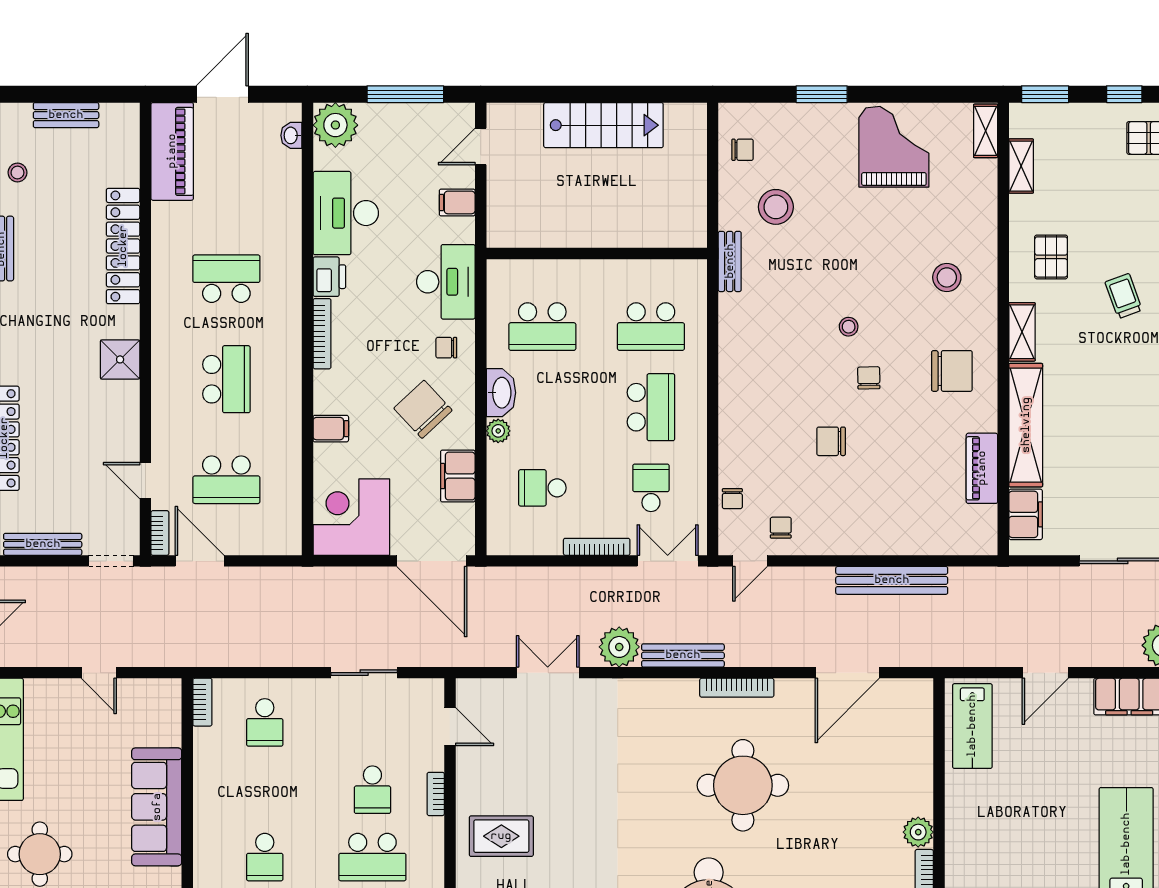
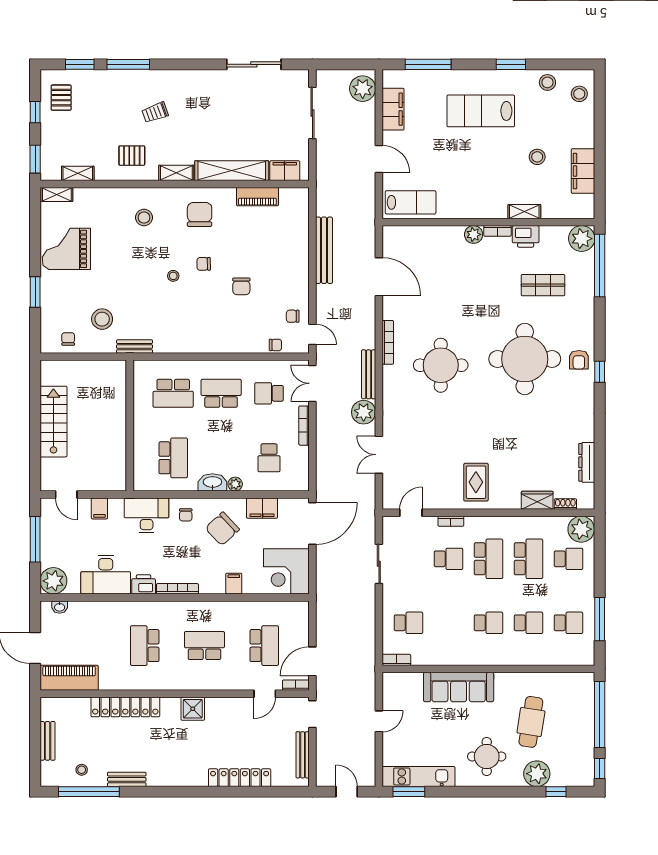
school desk: (651, 327) -> (173, 393), turned 90
round table: (743, 785) -> (441, 365), moved

